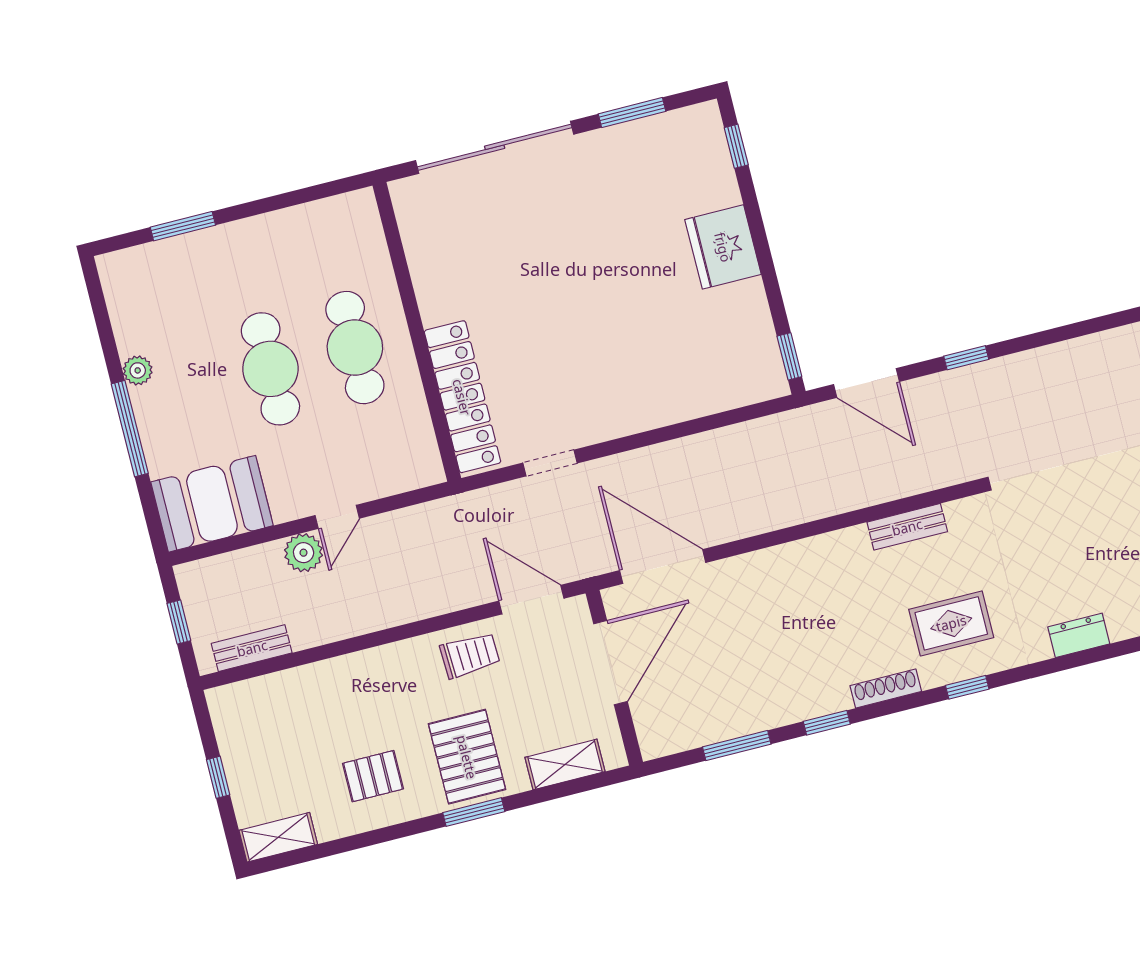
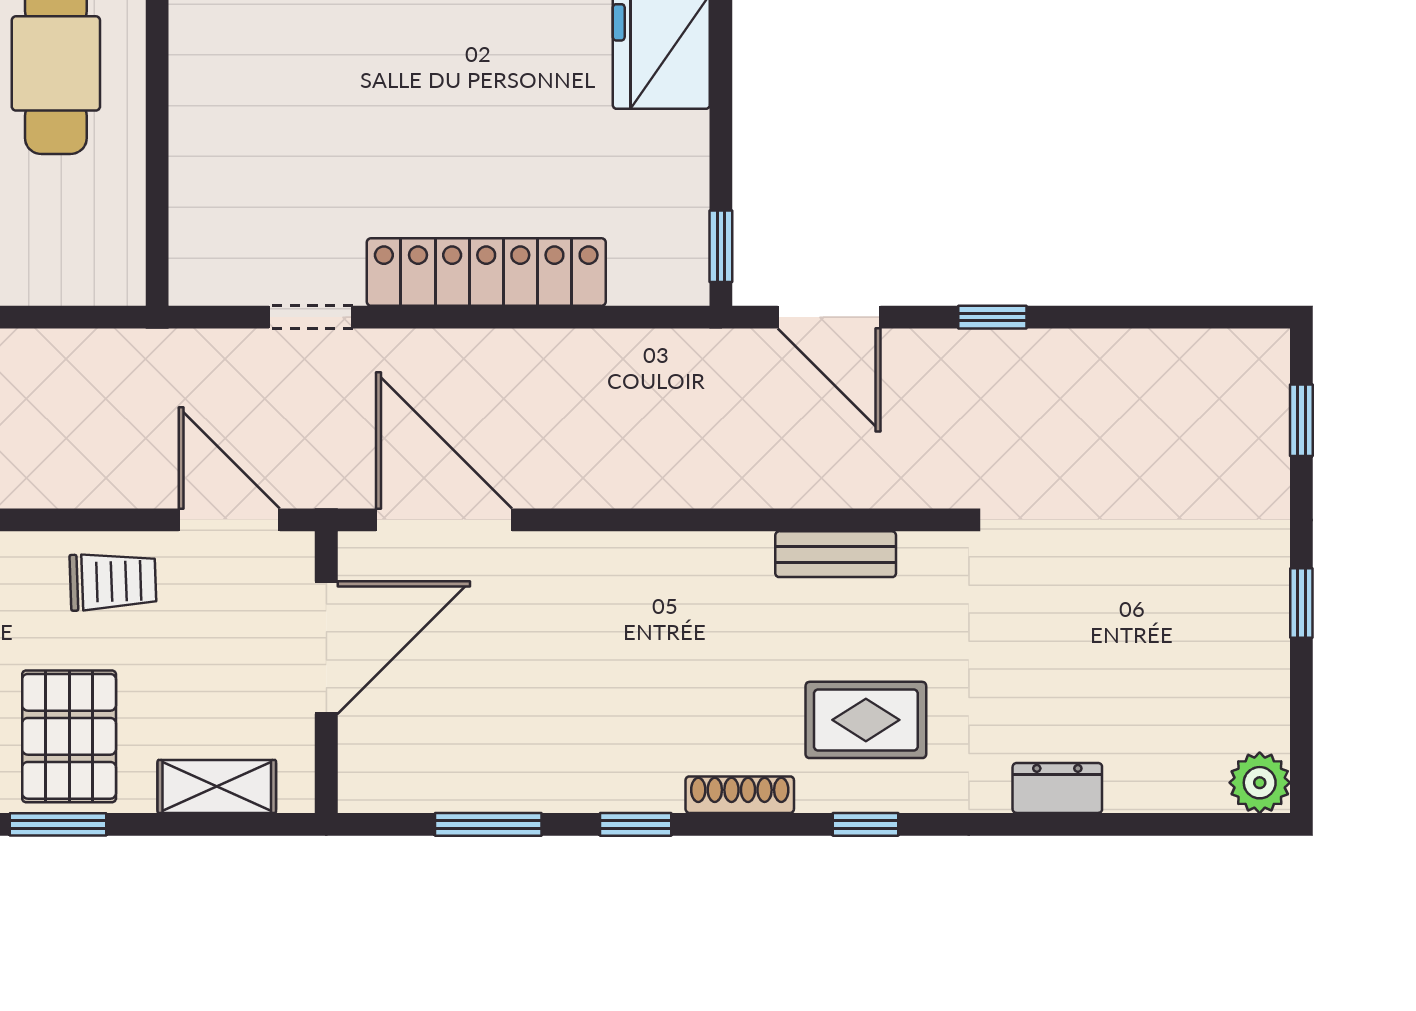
locker: (462, 397) -> (486, 272), moved, turned -90

